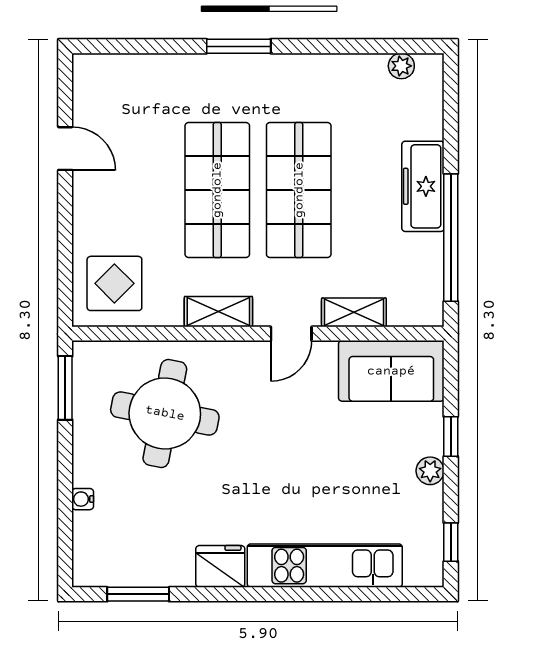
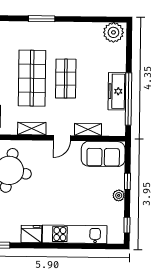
plant: (401, 66) -> (113, 32), width x1.87, depth x1.87
freezer: (423, 186) -> (117, 91), moved
shop shelf: (299, 190) -> (66, 79), width x0.70, depth x0.74

